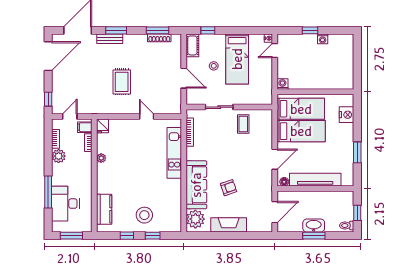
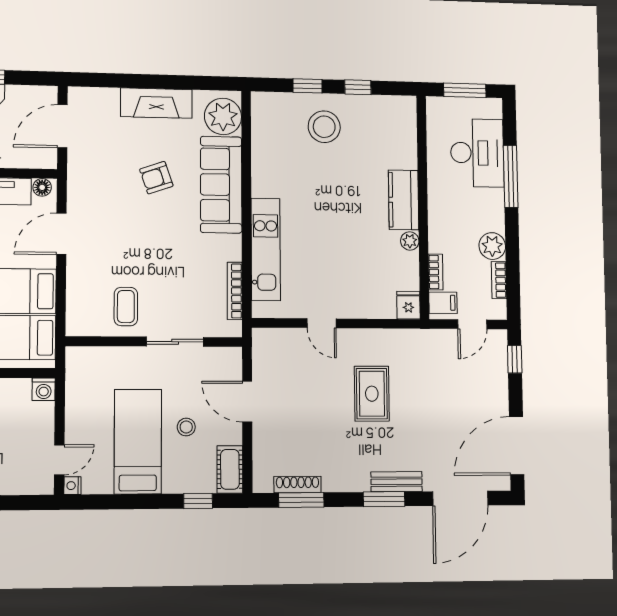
kitchen counter: (104, 209) -> (404, 200), moved

